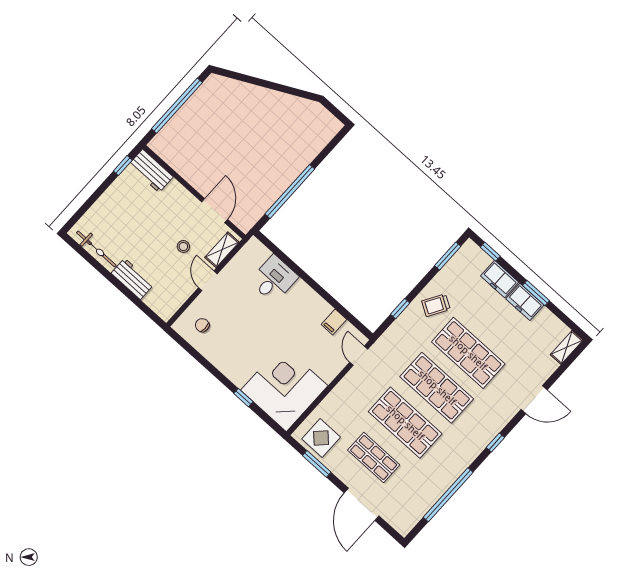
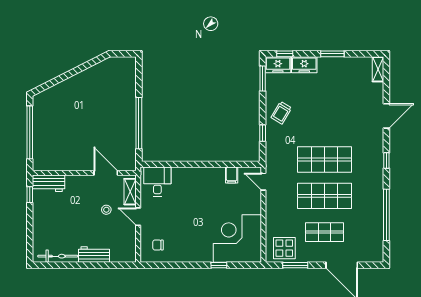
desk: (274, 279) -> (157, 182), moved
freezer: (525, 302) -> (278, 65), moved
shop shelf: (468, 353) -> (325, 123), removed

